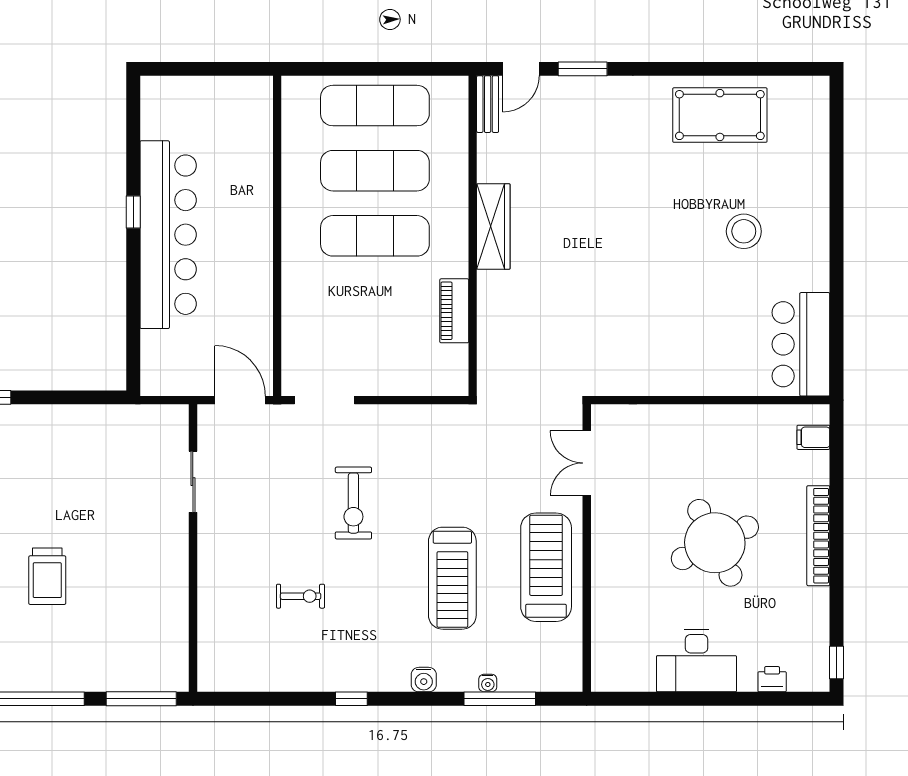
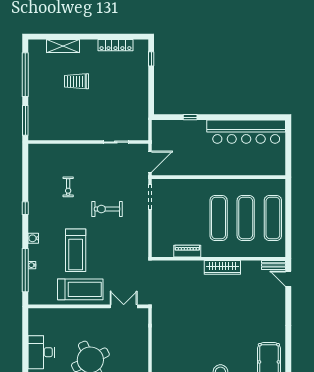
window: (583, 69) -> (288, 305), removed
window: (133, 212) -> (190, 117), moved
bar counter: (168, 235) -> (246, 132), moved
treadmill: (452, 578) -> (76, 250), turned -90
window: (500, 699) -> (25, 270), width x1.46

